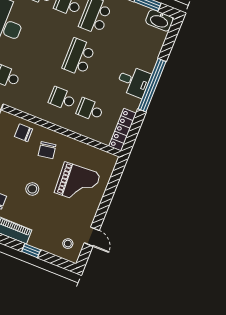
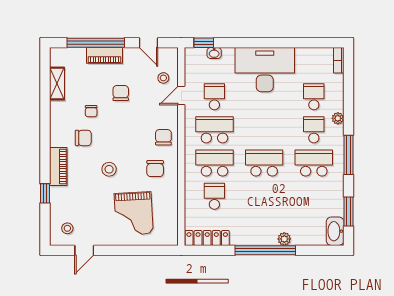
plant: (149, 65) -> (284, 239), added
desk: (134, 81) -> (262, 230), removed
school desk: (34, 88) -> (214, 130), added
school desk: (62, 99) -> (214, 163), width x1.85
chair: (47, 150) -> (155, 169), turned -81

